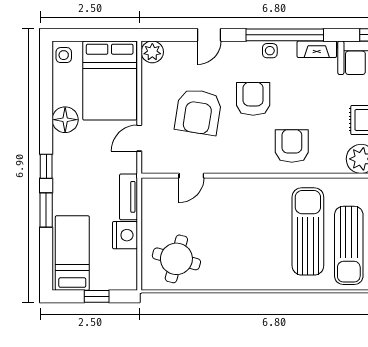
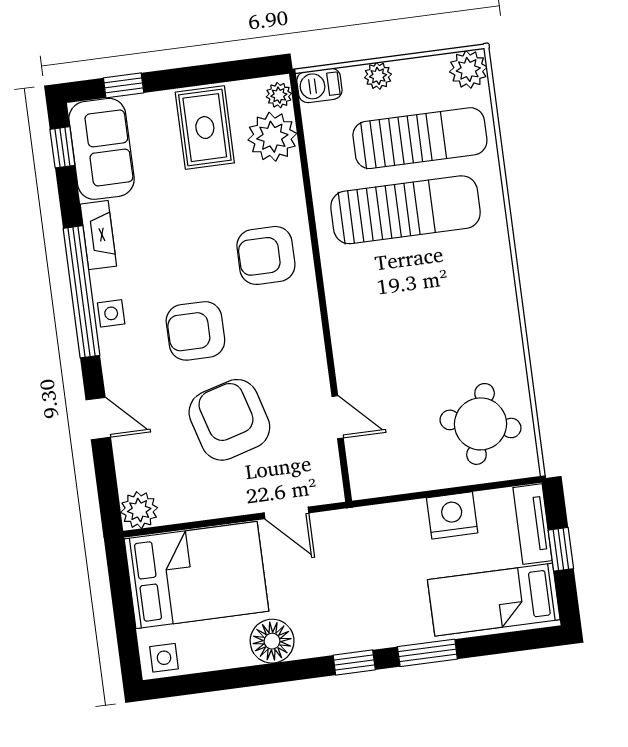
armchair: (198, 112) -> (229, 420), turned -115
tv unit: (128, 197) -> (532, 524), moved, turned 90
sun lounger: (308, 231) -> (405, 210), turned 180

